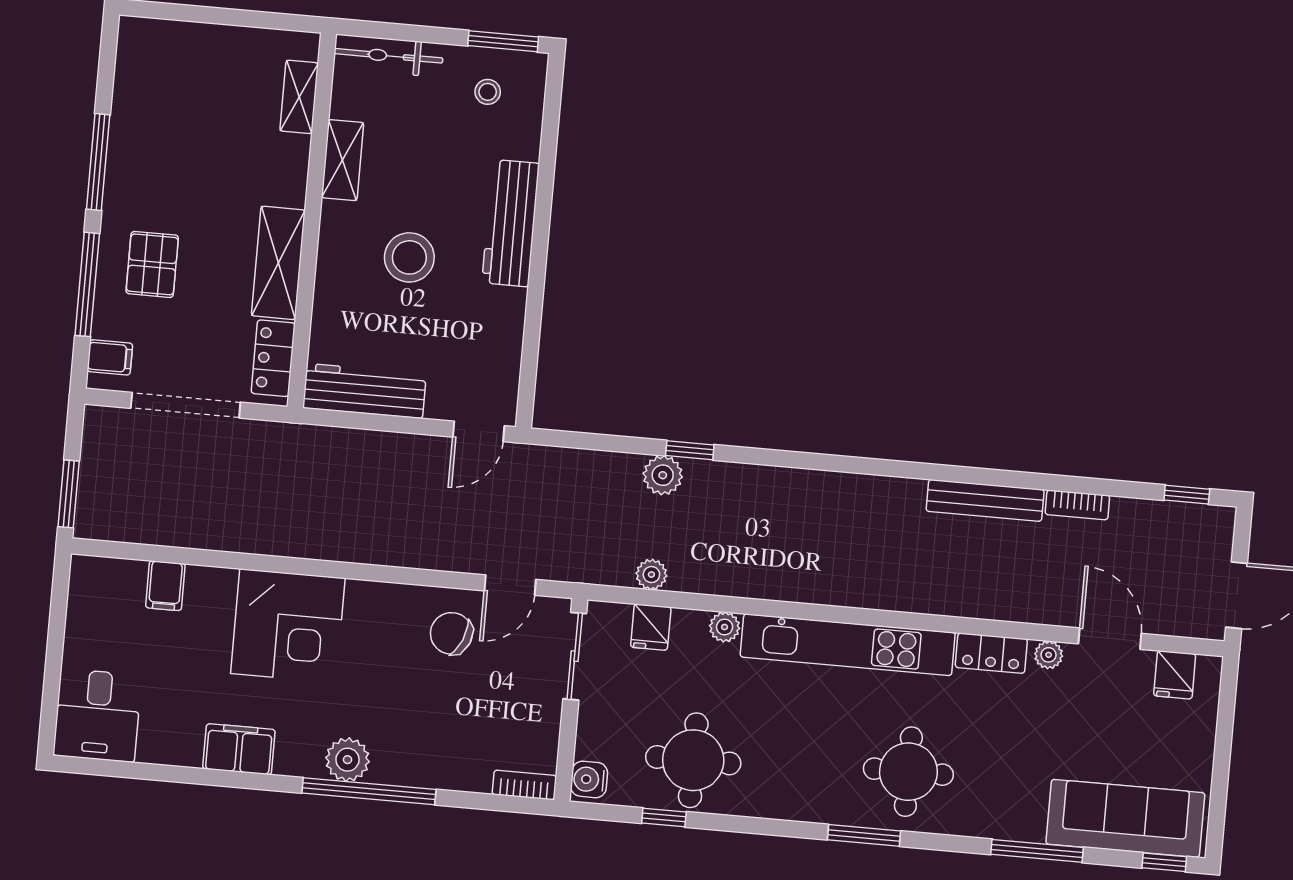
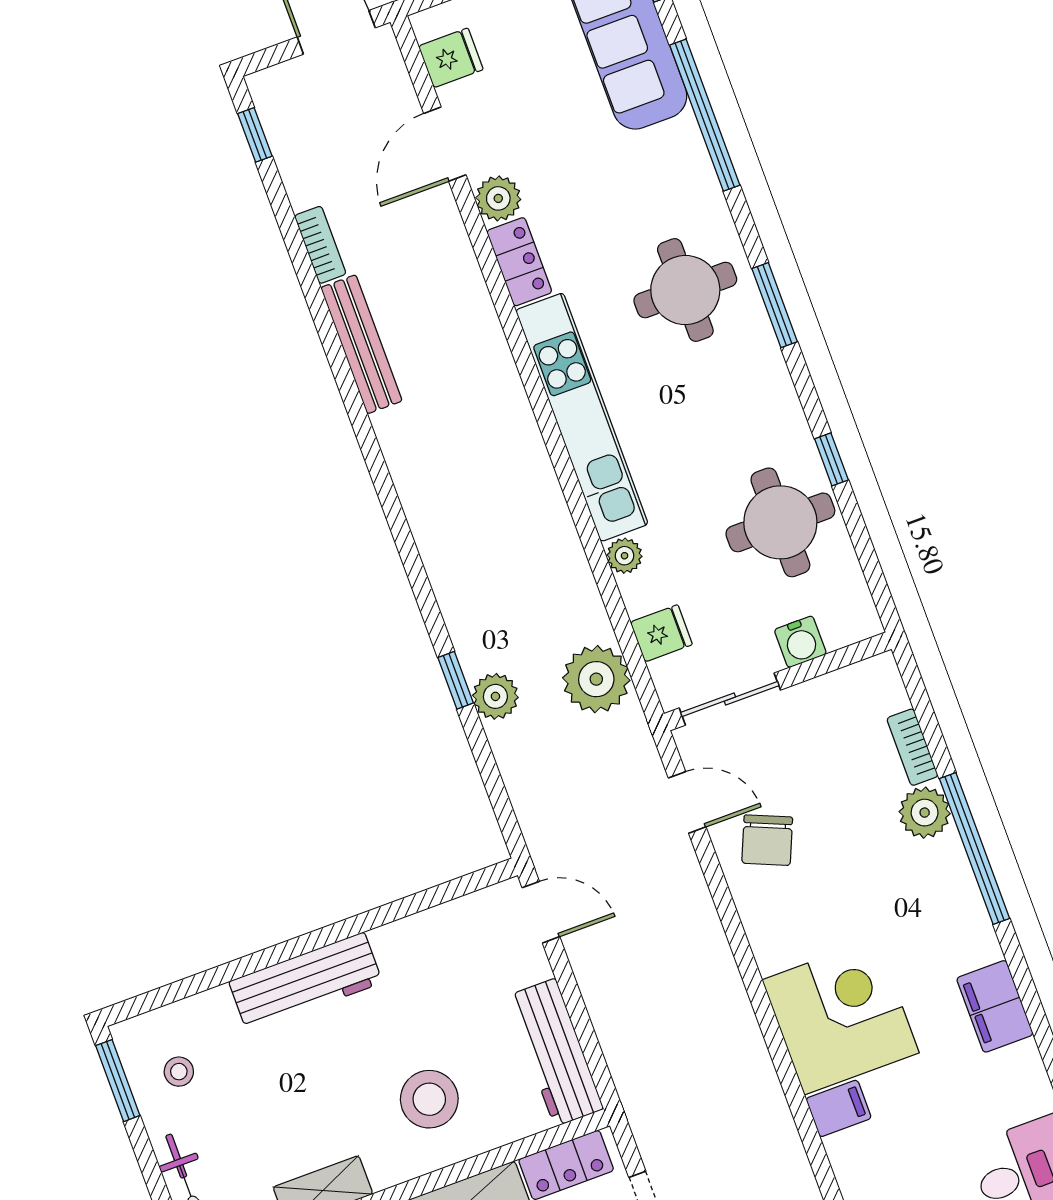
stool: (409, 257) -> (429, 1099), moved
plant: (651, 575) -> (596, 679), width x1.88, depth x1.88
filing cabinet: (165, 586) -> (839, 1108), moved
plant: (1049, 655) -> (498, 198), width x1.38, depth x1.38
plant: (347, 760) -> (925, 813), moved
water cooler: (589, 779) -> (800, 642), moved
bookcase: (524, 785) -> (912, 747), moved
window: (664, 818) -> (831, 459), moved
window: (1037, 851) -> (705, 115), width x1.46

